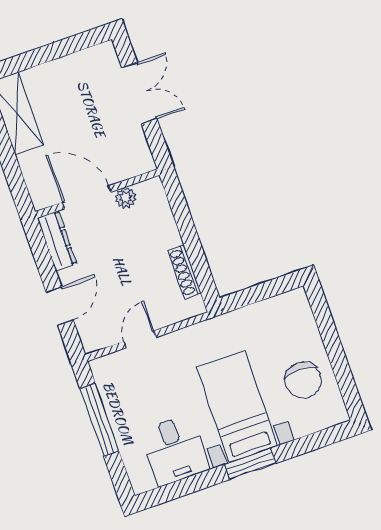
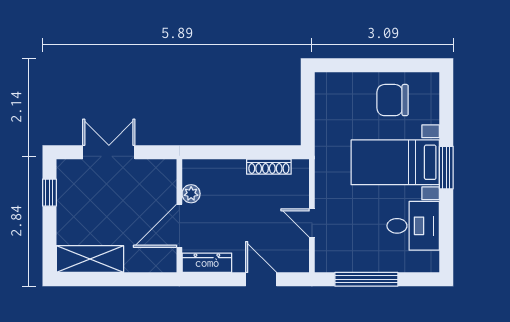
window: (73, 44) -> (49, 193), added
chair: (303, 380) -> (393, 100), turned 180

